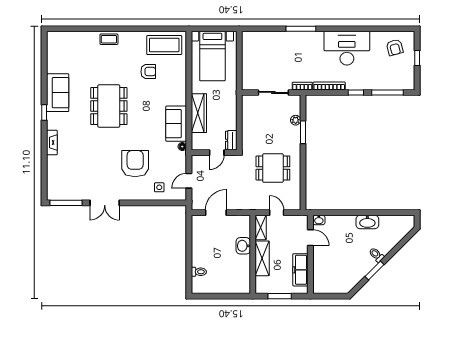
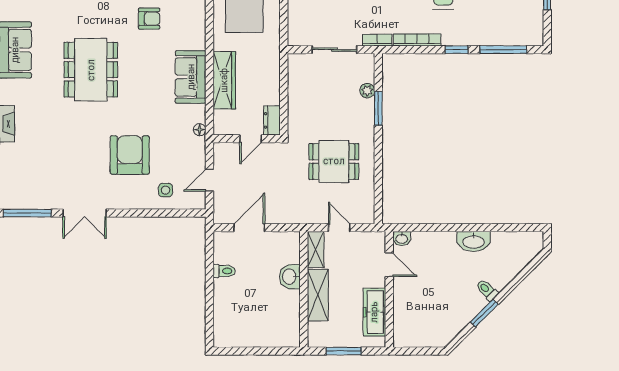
sofa: (176, 124) -> (191, 77), moved
toilet: (199, 272) -> (224, 271), moved

